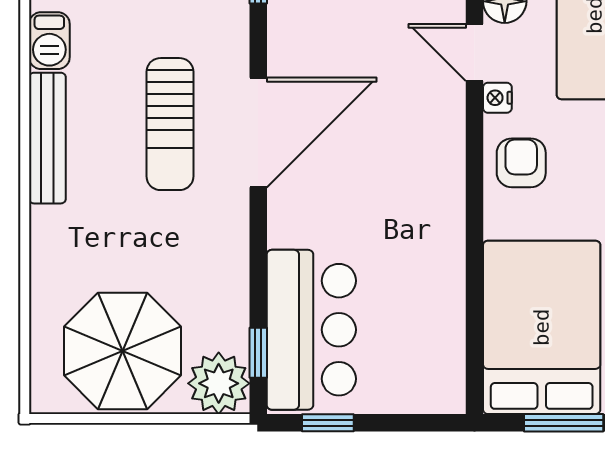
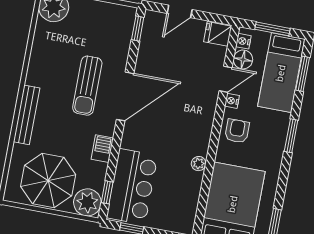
barbecue: (49, 41) -> (102, 149), moved, turned 180
door: (474, 52) -> (226, 79), swing flipped
bench: (47, 138) -> (27, 115), moved
plant: (449, 251) -> (199, 164), added

